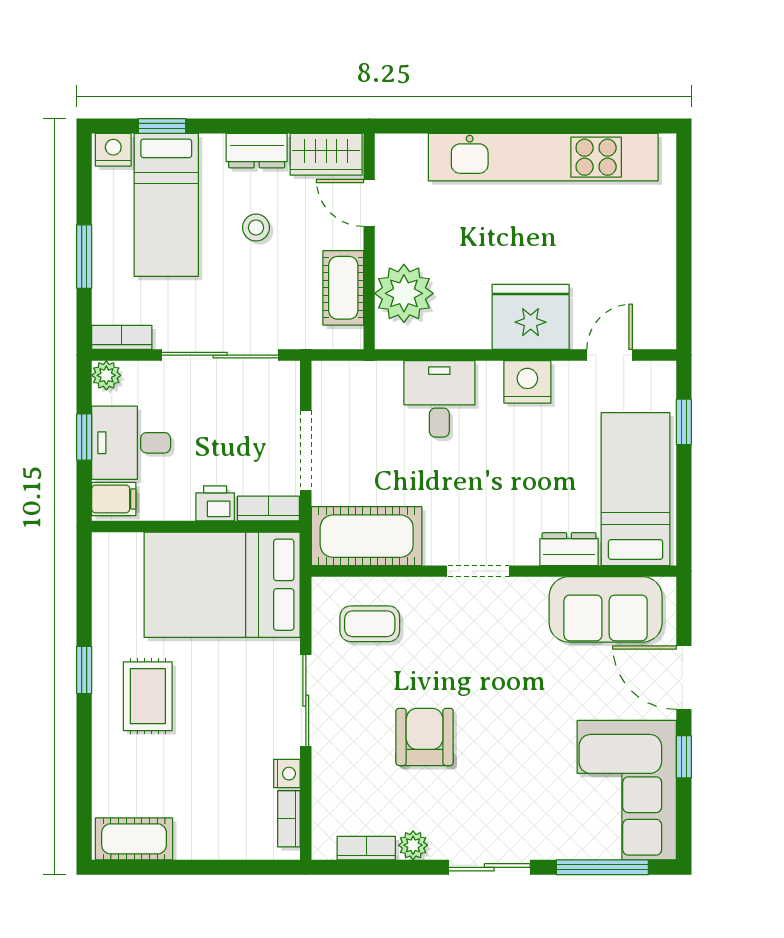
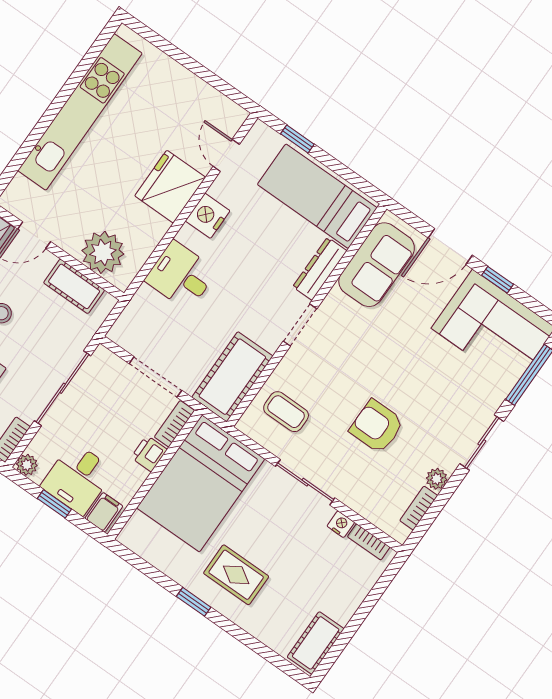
dresser: (569, 549) -> (320, 269), width x1.44
coffee table: (370, 624) -> (286, 412), turned 90

